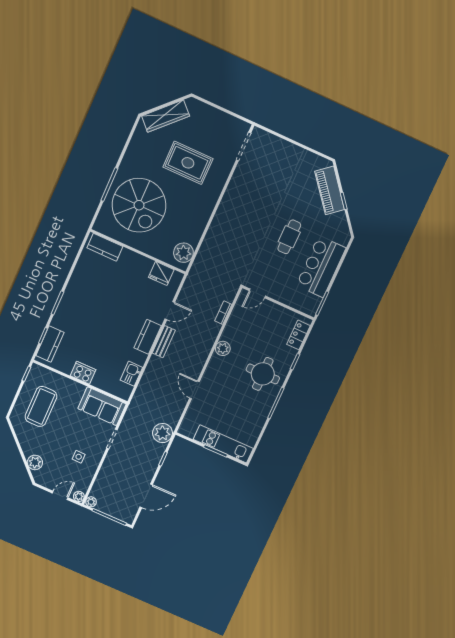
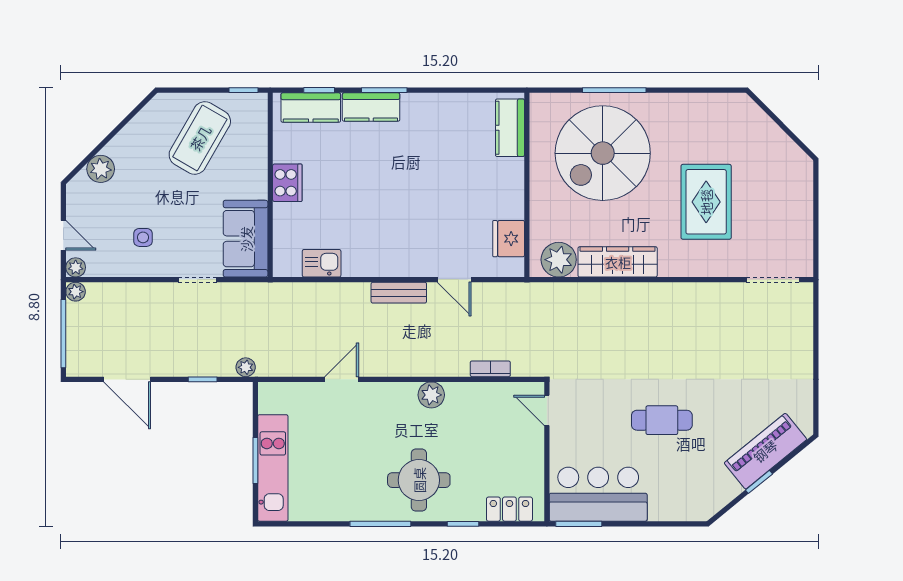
wardrobe: (166, 116) -> (618, 262), moved, turned 135
bar counter: (321, 267) -> (598, 494), moved
kitchen counter: (148, 337) -> (371, 107), moved, turned 180
coffee table: (41, 406) -> (200, 138), turned -60
plant: (162, 433) -> (246, 367), width x0.53, depth x0.53

